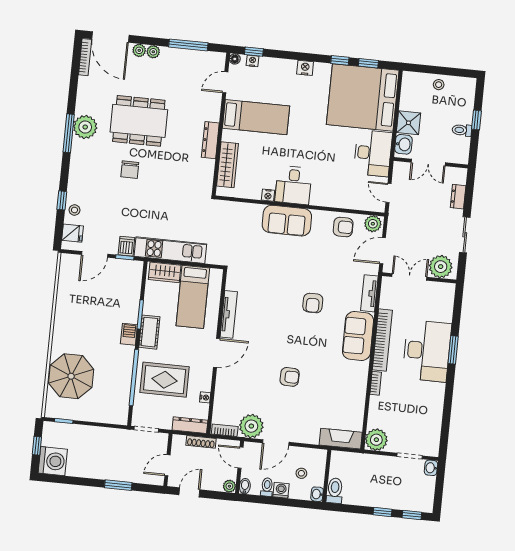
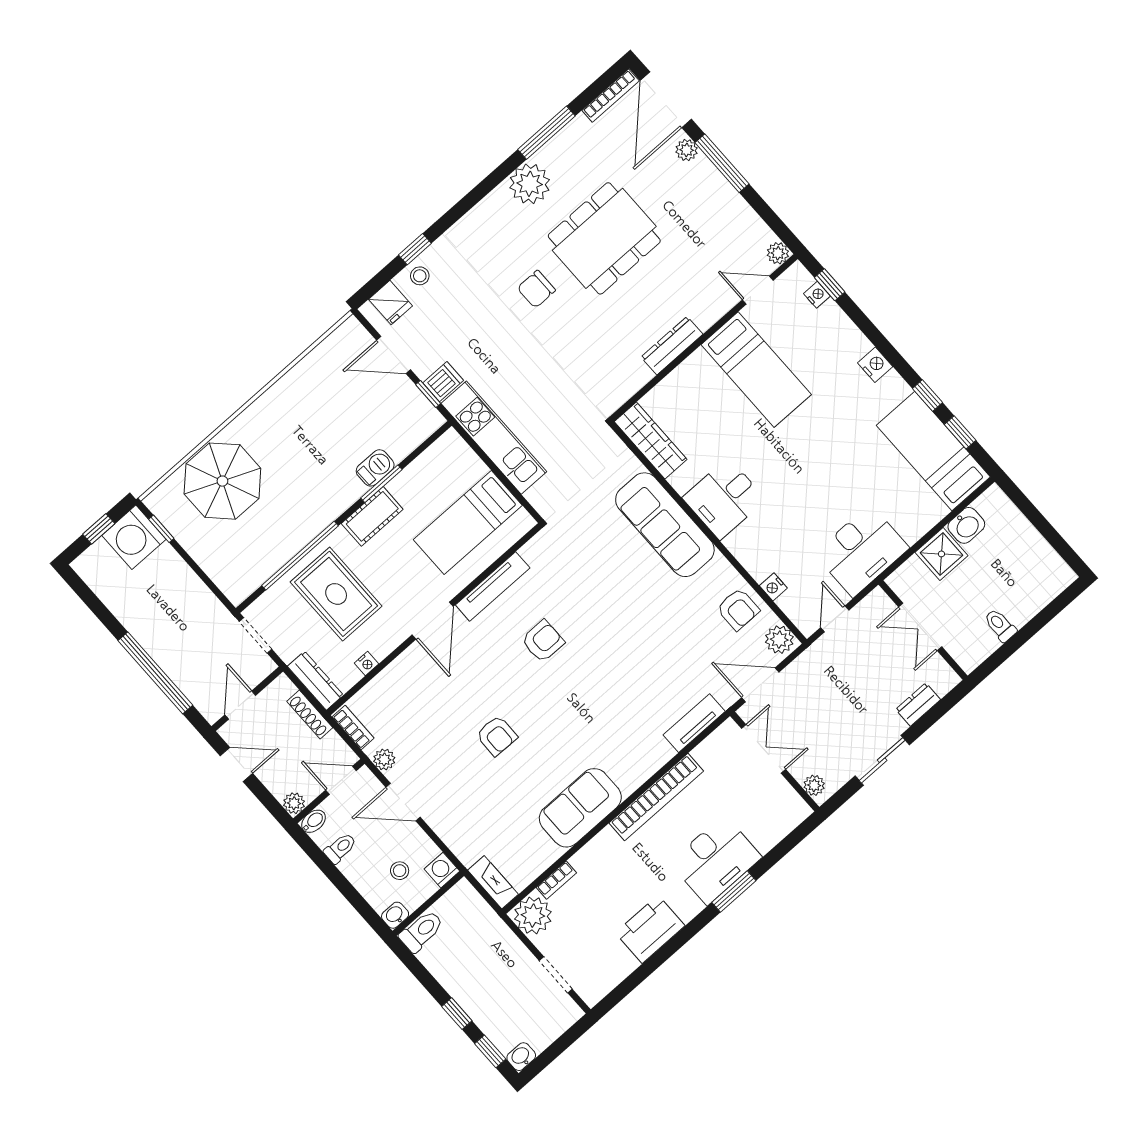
window: (188, 45) -> (722, 163), moved
plant: (153, 52) -> (778, 253), moved
floor lamp: (235, 59) -> (797, 272), removed
stool: (439, 85) -> (1024, 541), removed
bed: (363, 97) -> (933, 451), width x0.49
window: (476, 120) -> (1030, 629), removed
dining table: (139, 121) -> (604, 238), turned 90
window: (69, 133) -> (547, 133), moved
washbasin: (403, 144) -> (966, 525), moved
wardrobe: (227, 165) -> (651, 440), moved, turned -90
nightstand: (268, 195) -> (773, 587), moved
sofa: (287, 221) -> (665, 525), width x1.36
plant: (441, 267) -> (814, 785), width x0.53, depth x0.53
wardrobe: (165, 272) -> (461, 459), removed
armchair: (313, 303) -> (543, 641), moved, turned 180
barbecue: (129, 334) -> (375, 468), moved
sofa: (358, 336) -> (580, 808), moved
desk: (427, 351) -> (716, 860), width x0.73, depth x0.77
door: (217, 353) -> (433, 621), hinge flipped
bookcase: (376, 383) -> (556, 880), moved
printer: (432, 399) -> (650, 929), added
plant: (251, 426) -> (384, 759), width x0.53, depth x0.53
fireplace: (341, 439) -> (493, 882), width x0.73, depth x0.76
door: (241, 458) -> (341, 780), hinge flipped
washing machine: (53, 461) -> (134, 537), moved, turned 90
door: (167, 465) -> (240, 705), hinge flipped
washbasin: (431, 468) -> (521, 1057), moved
window: (118, 485) -> (155, 673), width x2.11
washing machine: (281, 490) -> (442, 870), moved, turned -90

